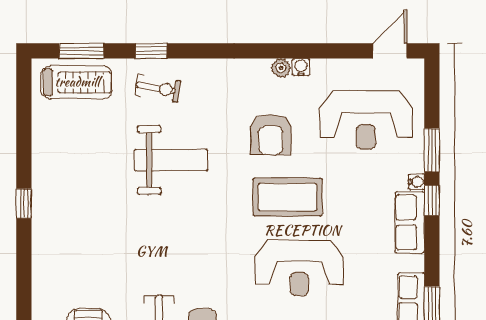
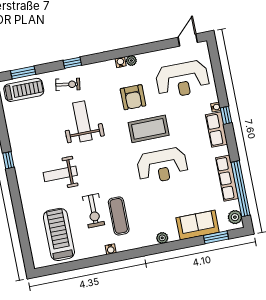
window: (151, 51) -> (72, 63), moved
water cooler: (301, 67) -> (121, 62), moved
window: (432, 150) -> (221, 89), removed
weight bench: (171, 160) -> (82, 121), turned -90
weight bench: (112, 246) -> (60, 174), added

